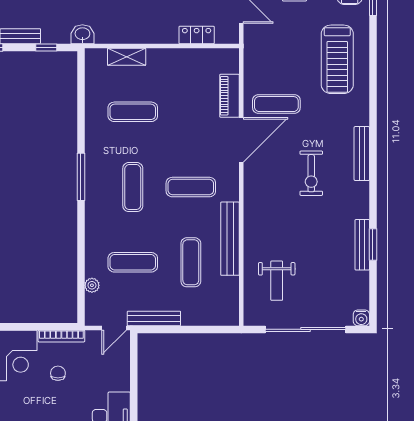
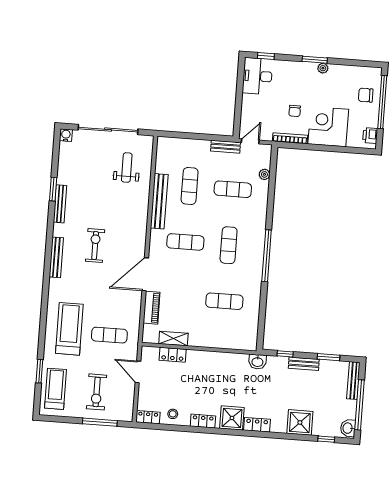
shelving: (127, 57) -> (173, 339), moved
exercise mat: (276, 104) -> (109, 335), moved
window: (81, 177) -> (267, 256), width x1.46
bench: (362, 245) -> (60, 204), moved
bench: (154, 318) -> (225, 147), width x0.73

